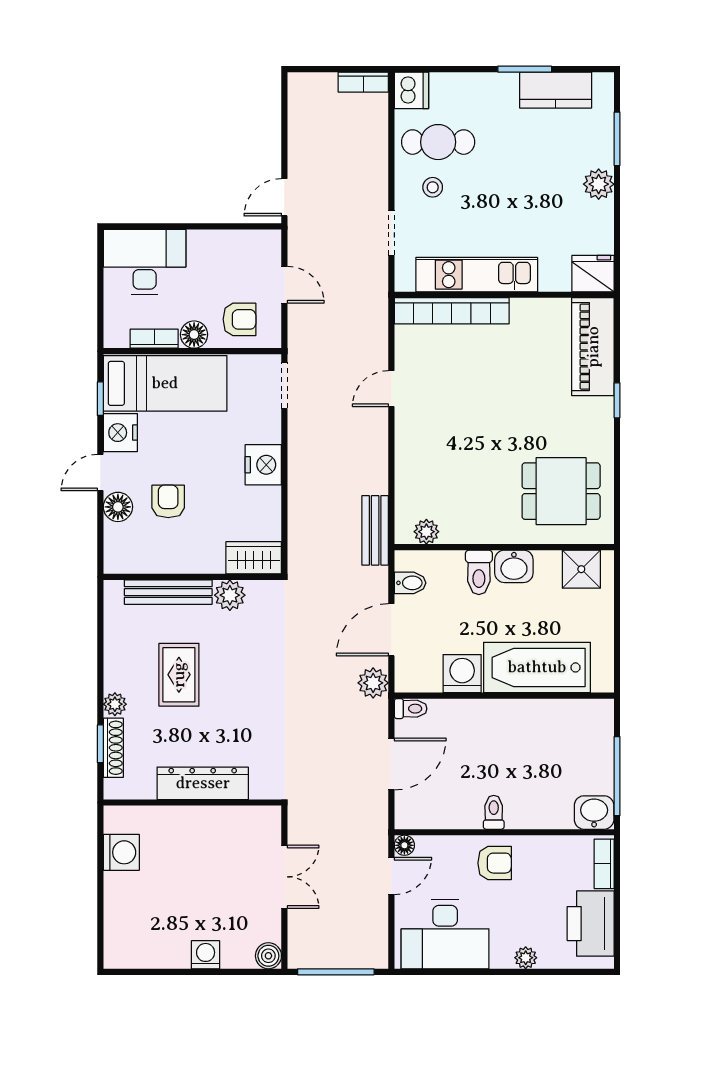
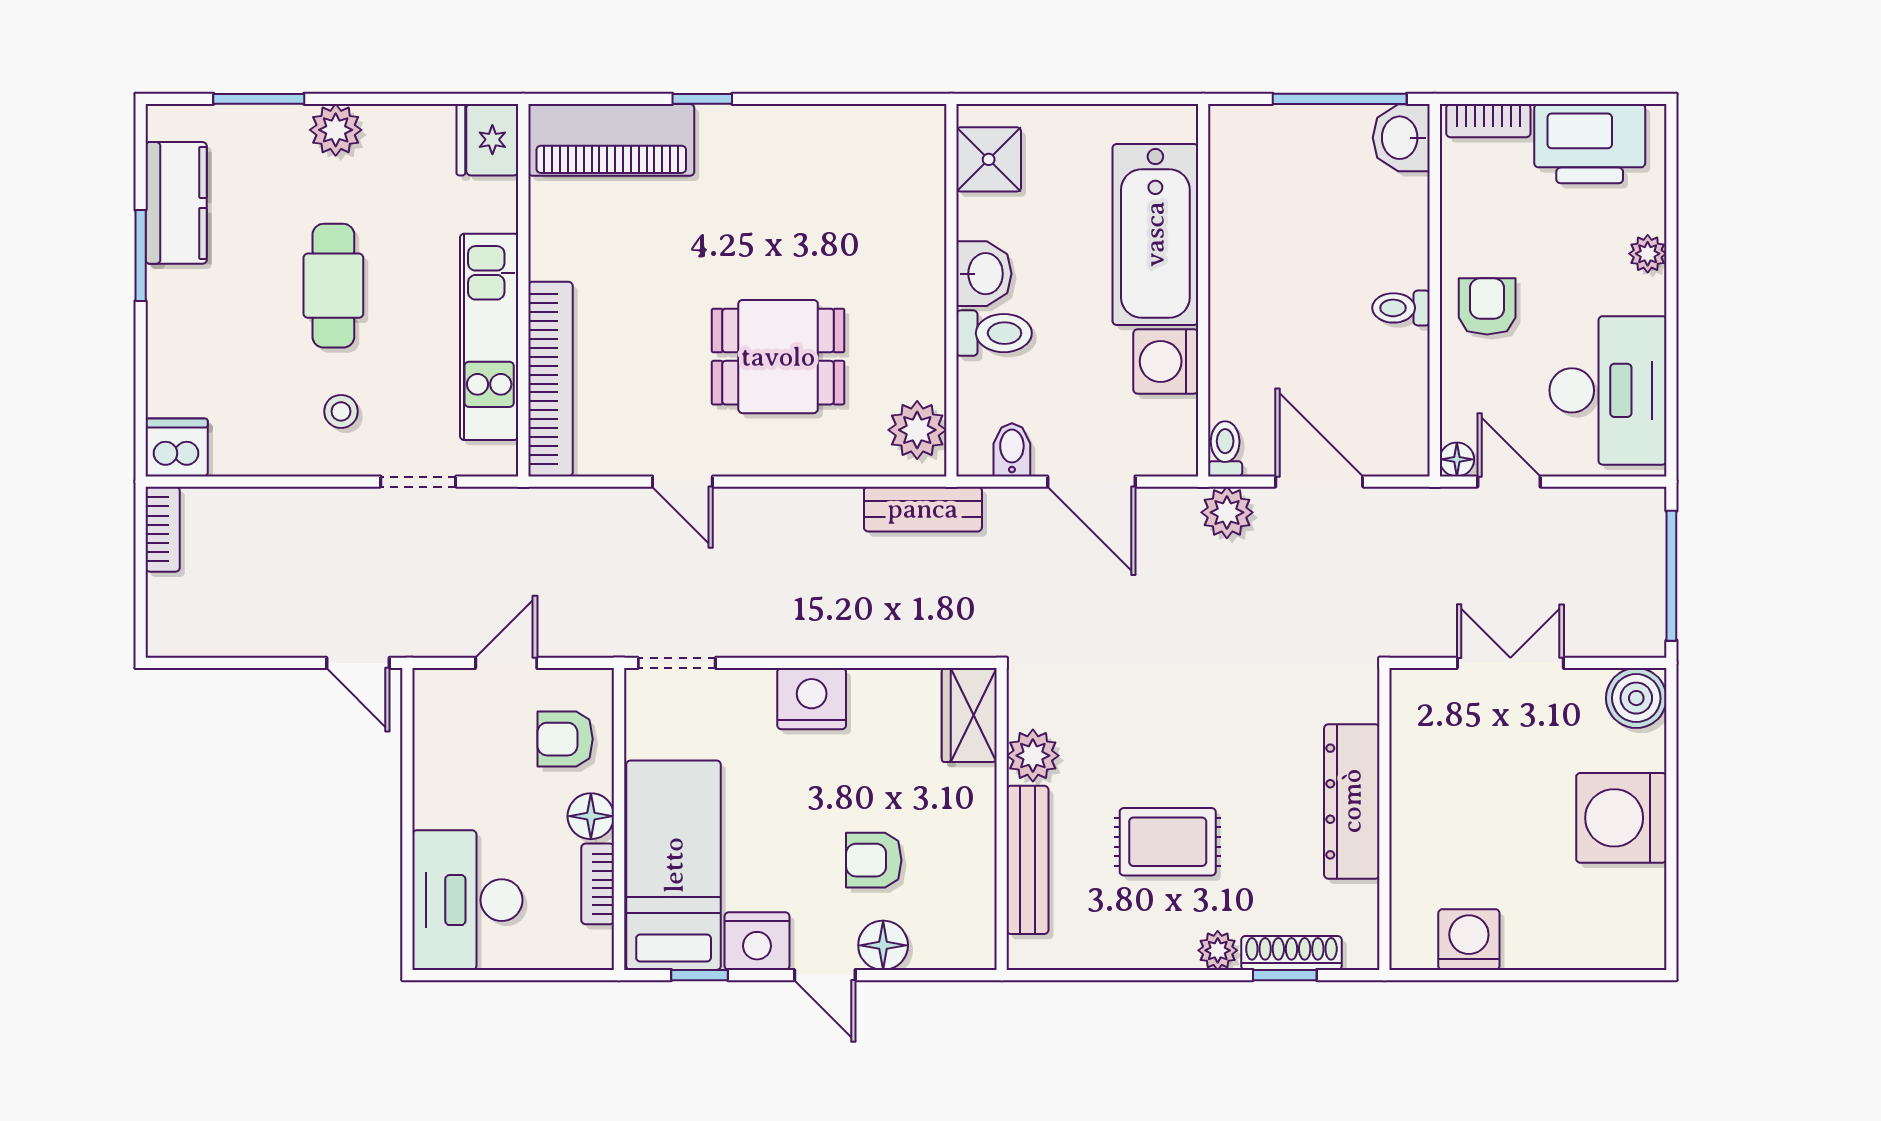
cafe table: (438, 142) -> (333, 286), moved
armchair: (240, 319) -> (565, 739), turned -90
dining table: (561, 491) -> (778, 357), moved, turned 90
plant: (426, 532) -> (917, 430), width x1.38, depth x1.38
plant: (373, 683) -> (1227, 512), moved
washing machine: (206, 955) -> (1621, 818), width x1.89, depth x1.89
boiler: (268, 956) -> (1636, 698), width x1.36, depth x1.36

